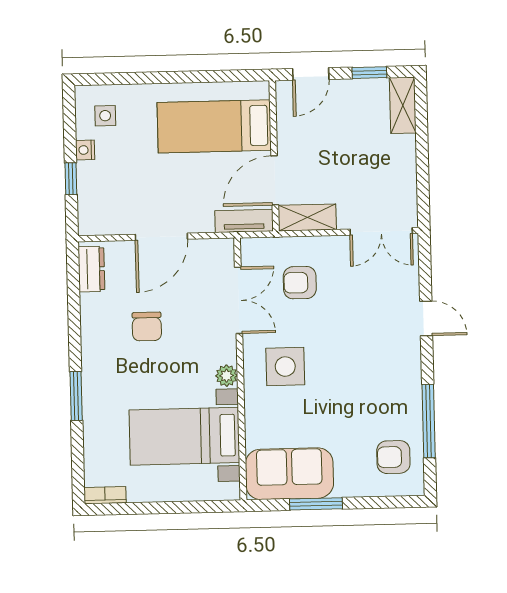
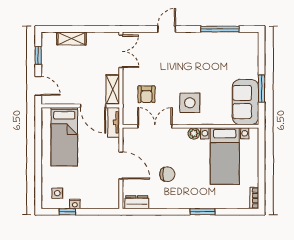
shelving: (403, 105) -> (71, 39), moved
window: (71, 179) -> (67, 212), moved
armchair: (393, 457) -> (238, 48), removed

